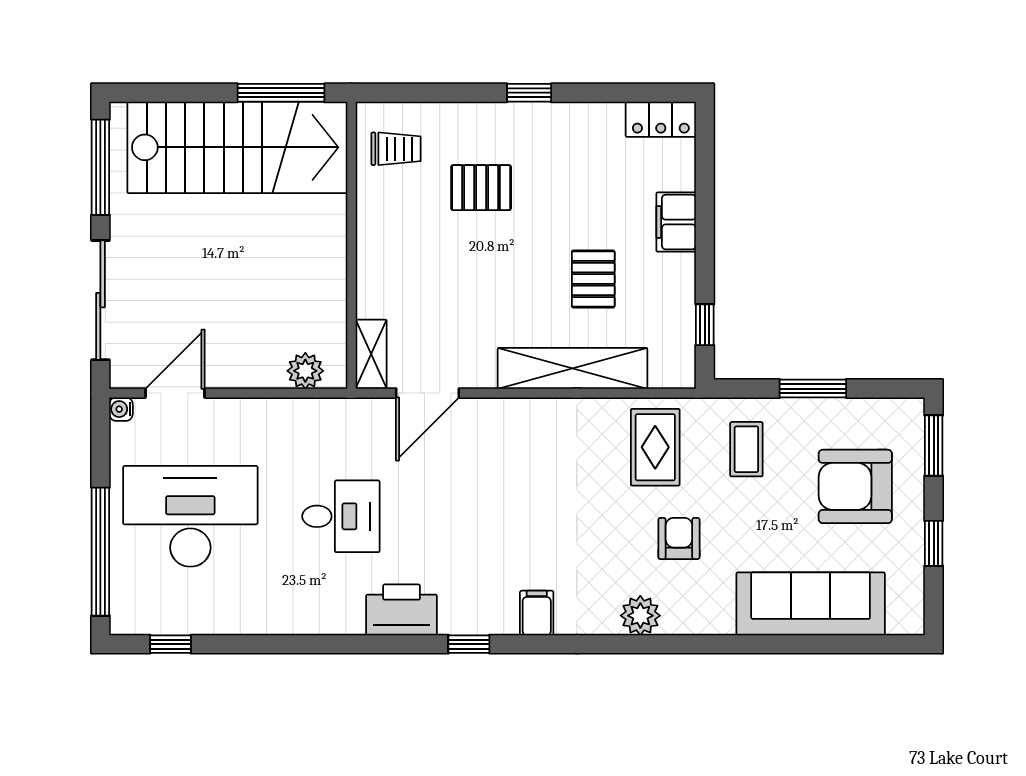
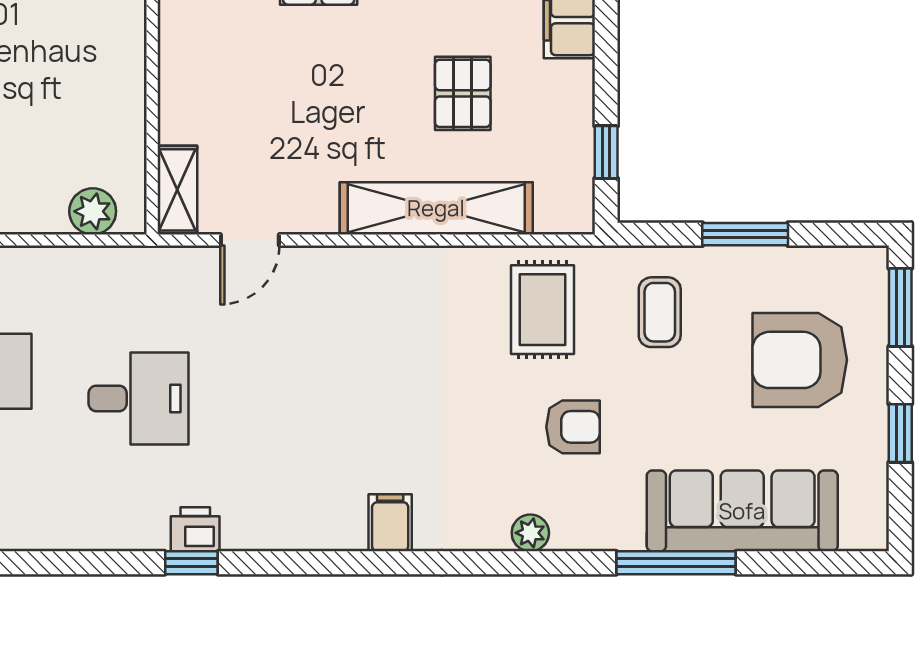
door: (428, 393) -> (250, 240), width x0.73
armchair: (679, 538) -> (573, 427), turned 90
printer: (402, 610) -> (195, 529), width x0.53, depth x0.68
plant: (640, 616) -> (530, 533), width x0.73, depth x0.73
window: (469, 644) -> (191, 563), moved
window: (759, 644) -> (676, 563), added

